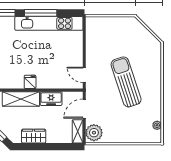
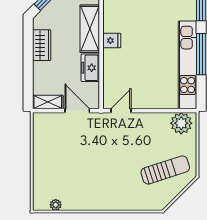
sun lounger: (126, 82) -> (165, 170), moved, width x0.73, depth x0.75
plant: (94, 133) -> (181, 123), moved

